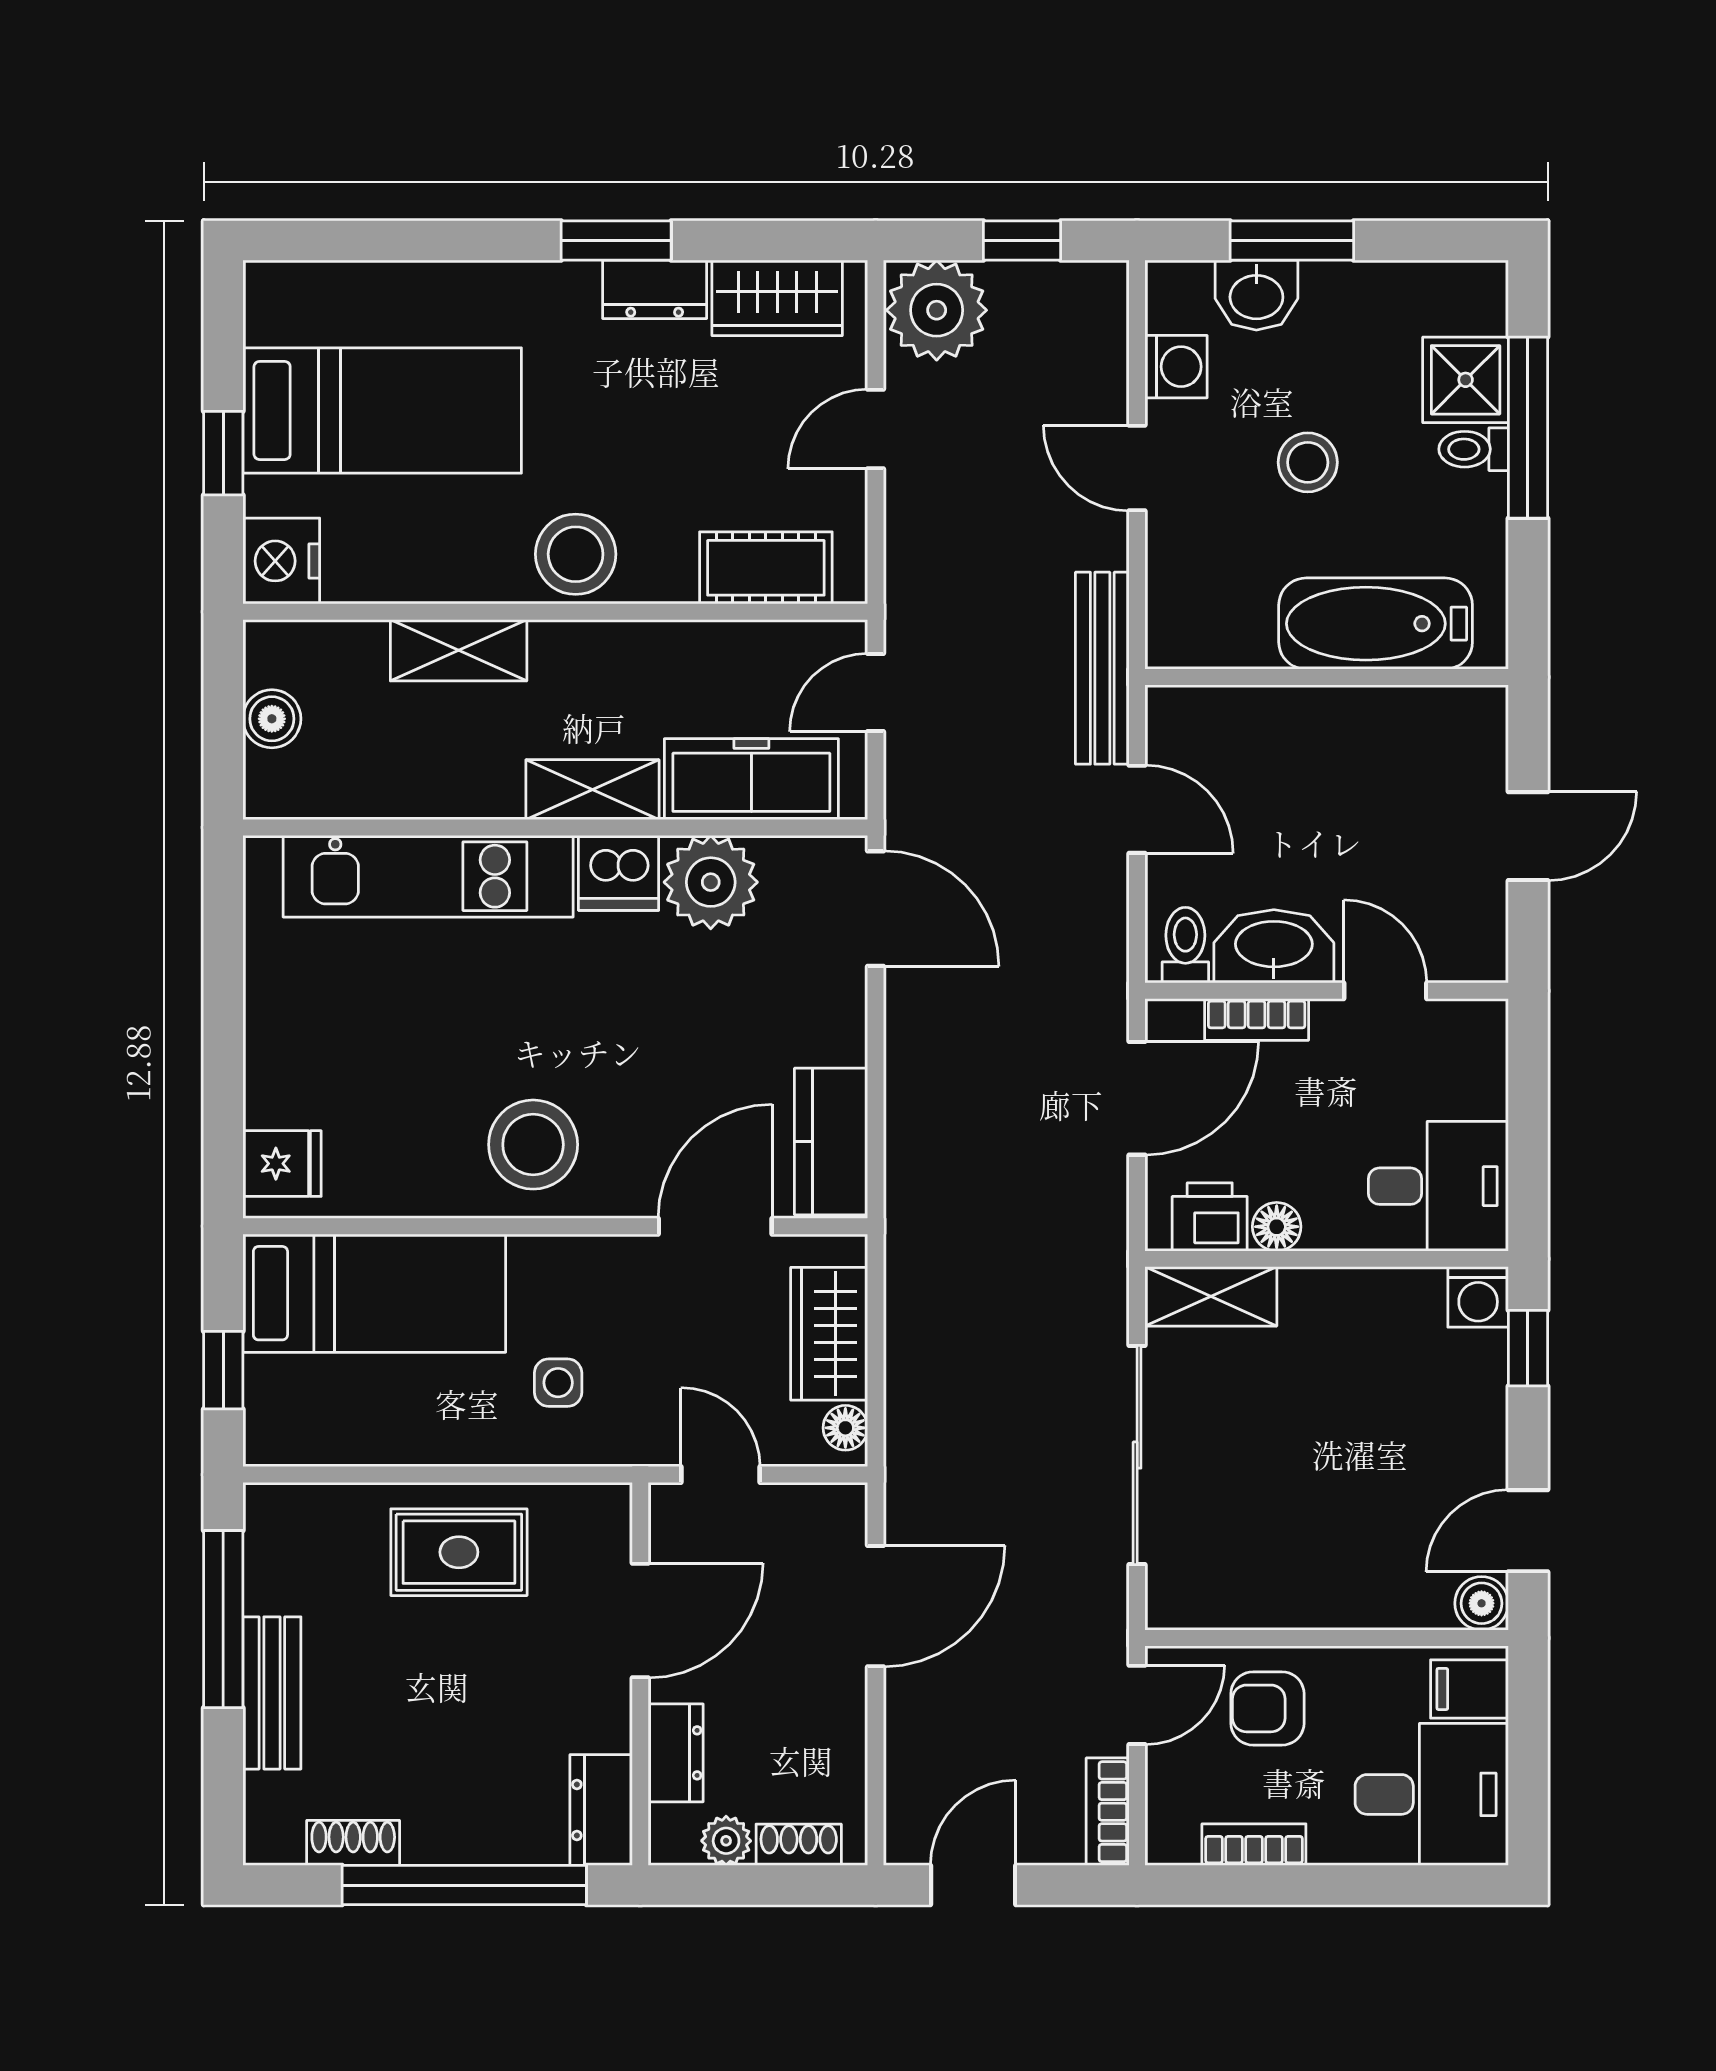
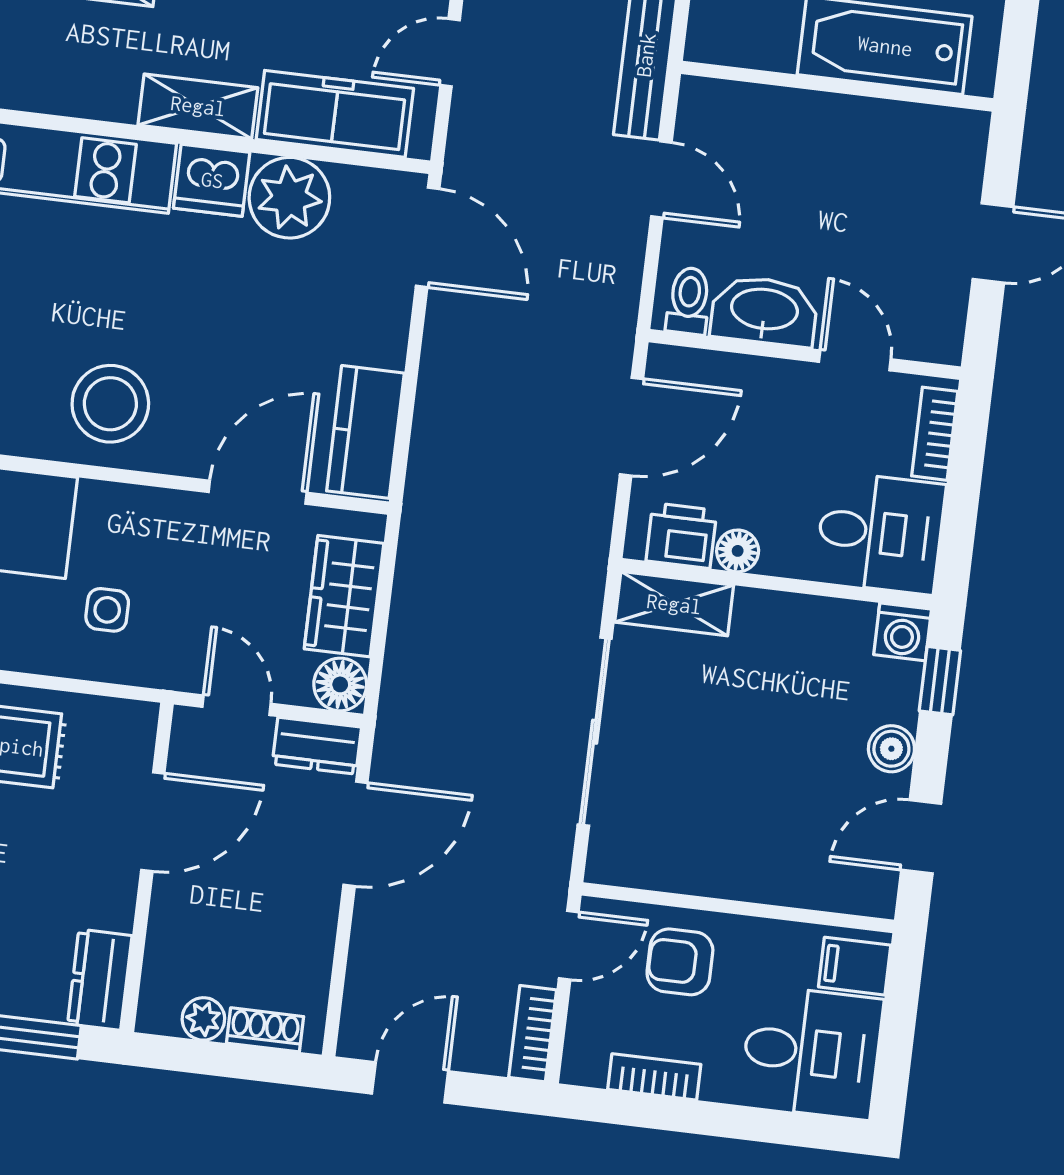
bookcase: (1257, 1019) -> (935, 434), moved, turned 90
floor lamp: (845, 1428) -> (340, 684), width x1.37, depth x1.37
boiler: (1482, 1603) -> (891, 749), moved
dresser: (676, 1753) -> (317, 746), moved, turned 90

